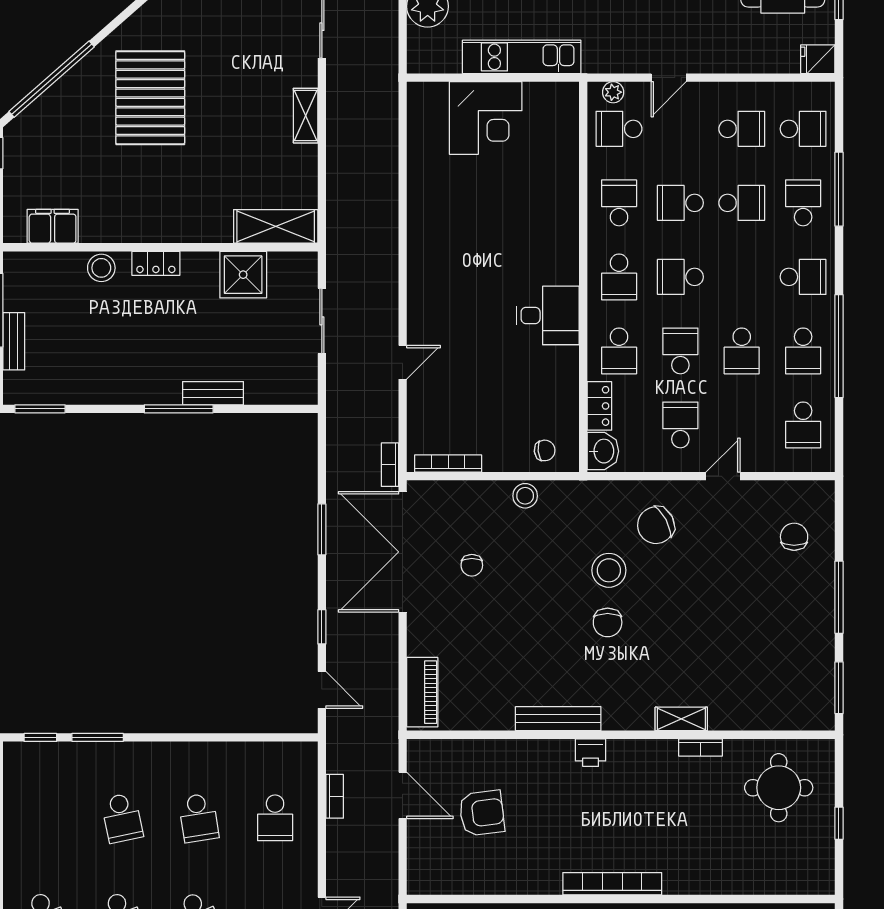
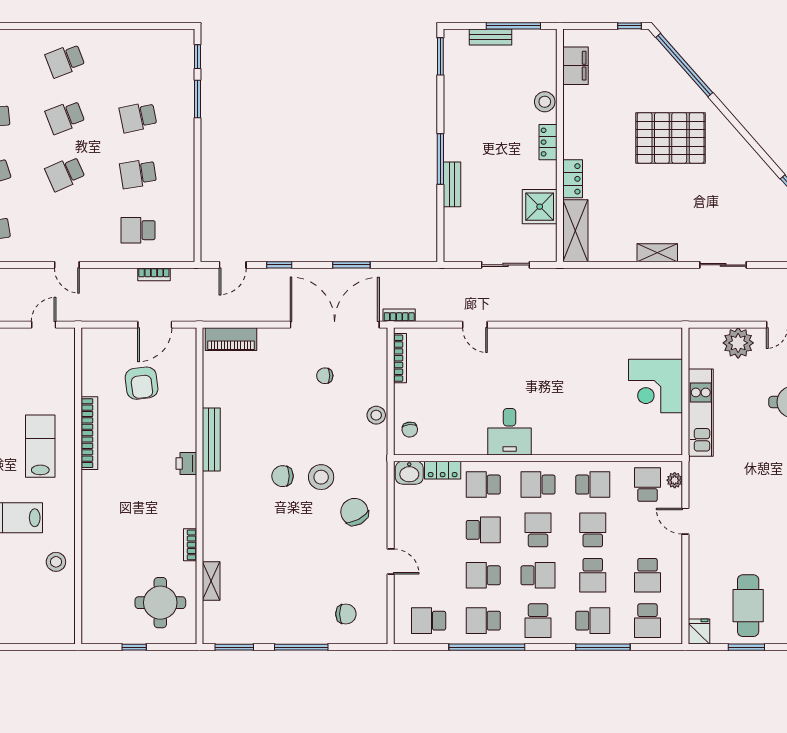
locker: (206, 230) -> (573, 179), added
school desk: (680, 425) -> (538, 575), moved
shelving: (681, 719) -> (211, 581), moved
bookcase: (612, 884) -> (89, 433), moved

